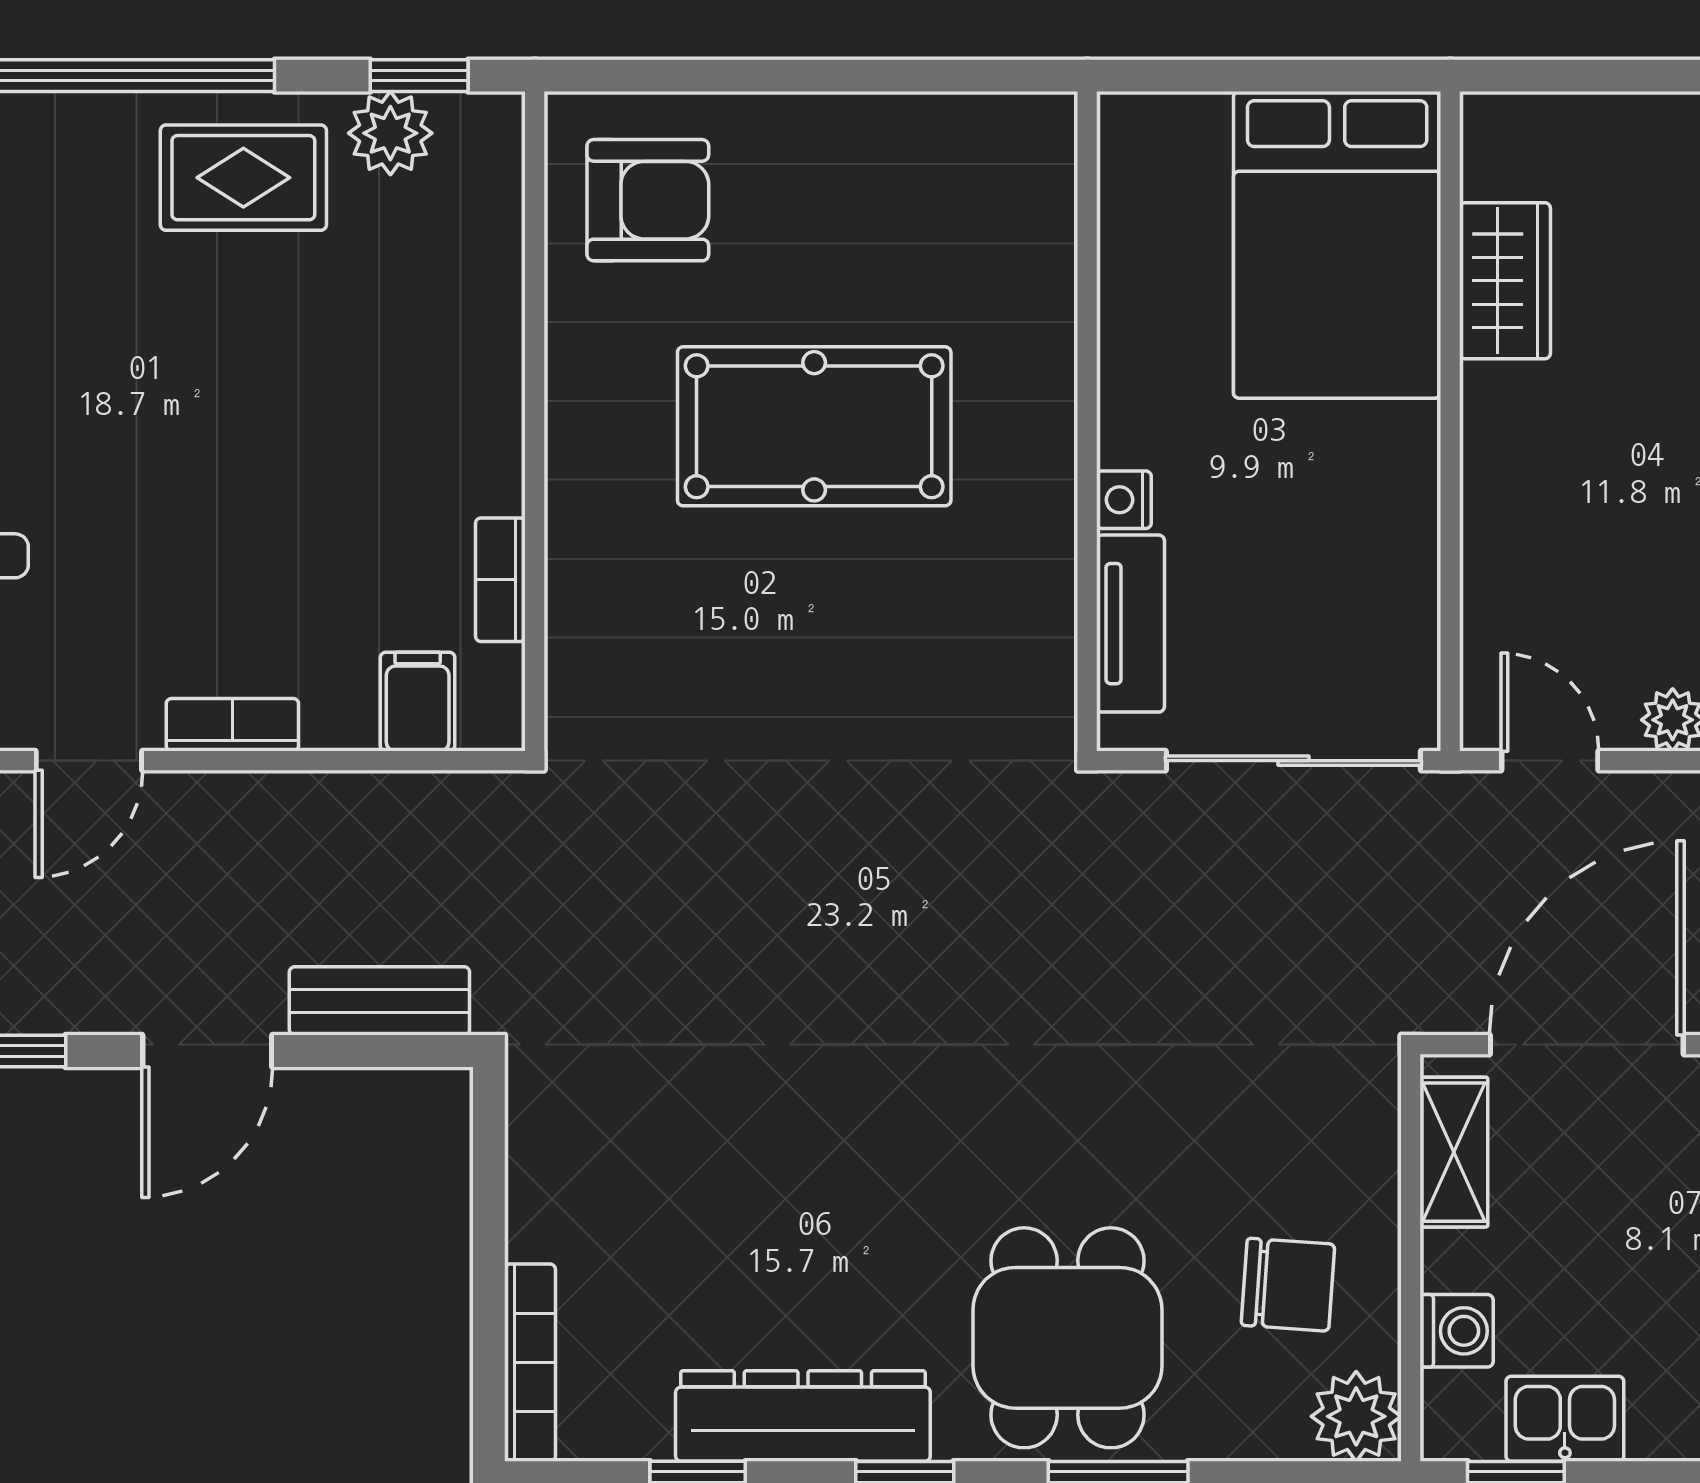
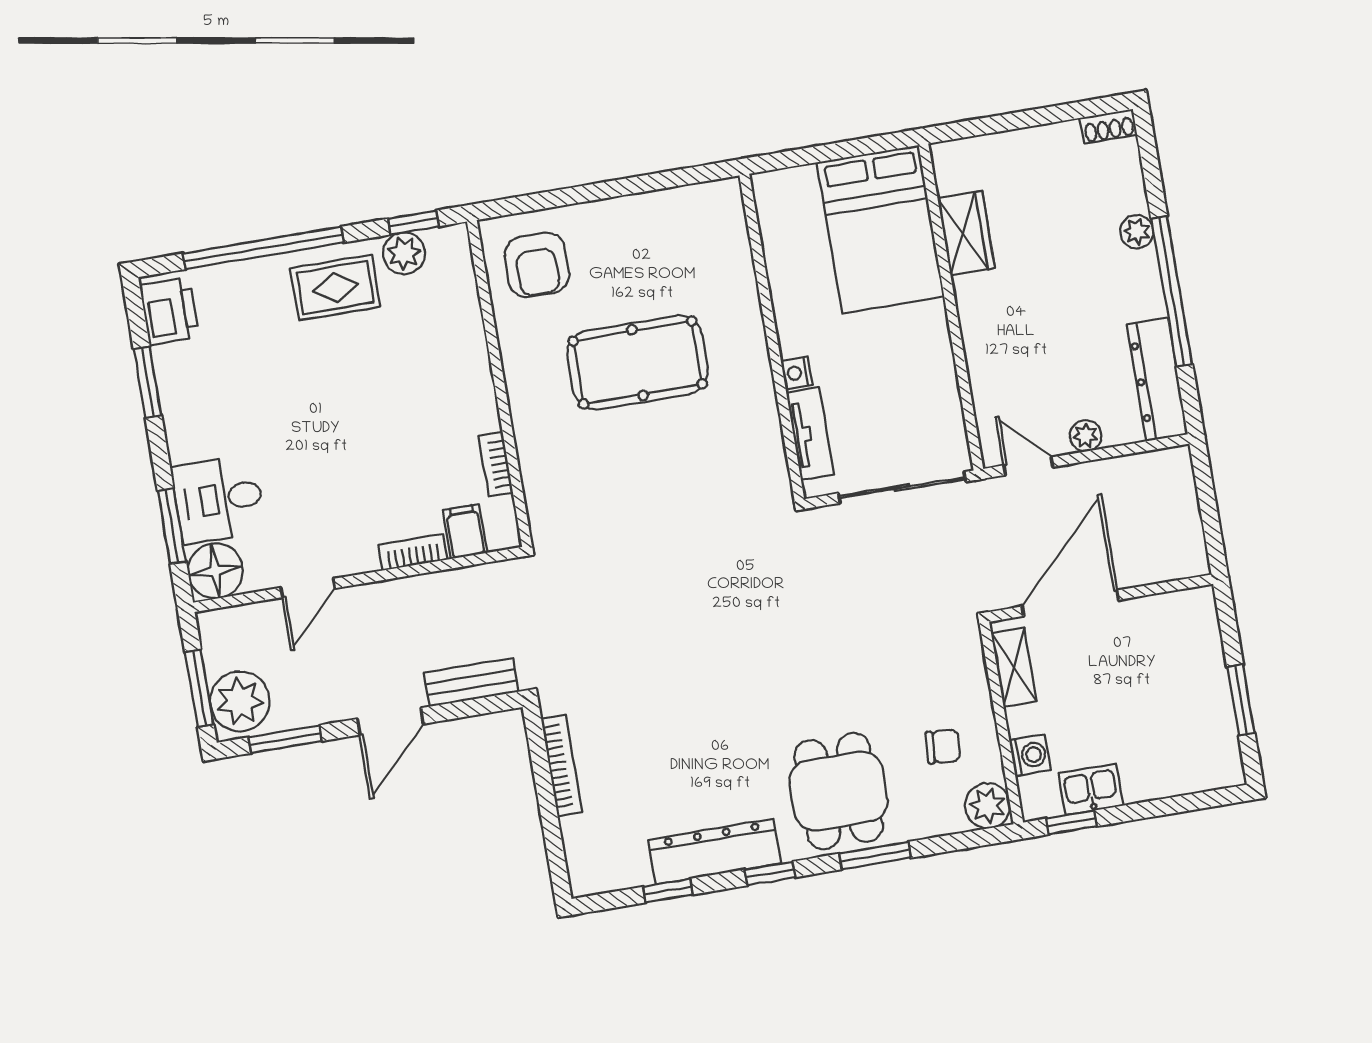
armchair: (648, 200) -> (537, 265), turned 90
bookcase: (232, 725) -> (413, 552), moved
chair: (1288, 1285) -> (943, 746), width x0.73, depth x0.73
bookcase: (530, 1363) -> (562, 765), moved

